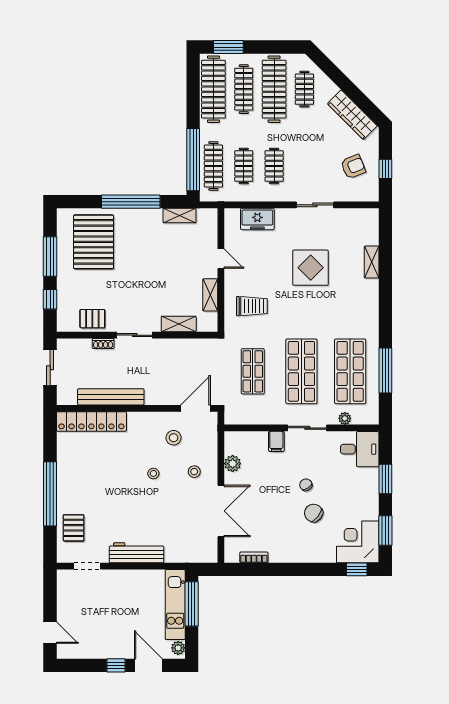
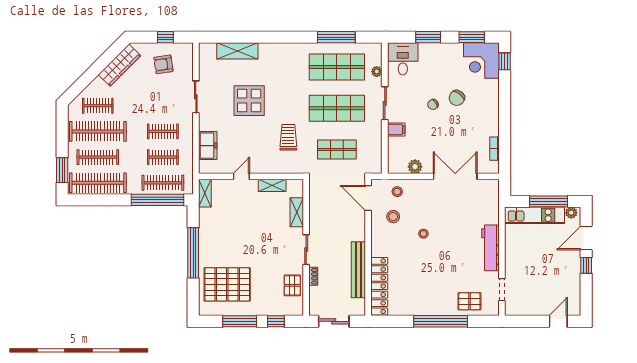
armchair: (353, 167) -> (163, 64), turned -76
shelving: (179, 216) -> (205, 193), moved
shelving: (372, 262) -> (237, 51), width x1.50, depth x1.33
trolley: (252, 306) -> (288, 137), moved
stool: (194, 472) -> (397, 192), moved
window: (192, 604) -> (548, 201), moved

